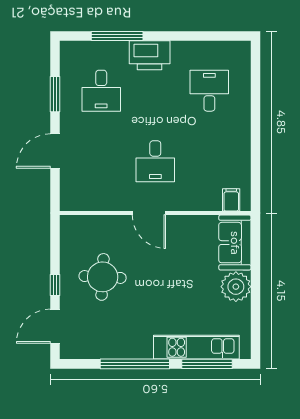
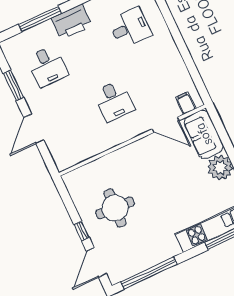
desk: (209, 91) -> (130, 28), turned 90
door: (149, 213) -> (165, 125), moved
window: (135, 364) -> (149, 273), moved

